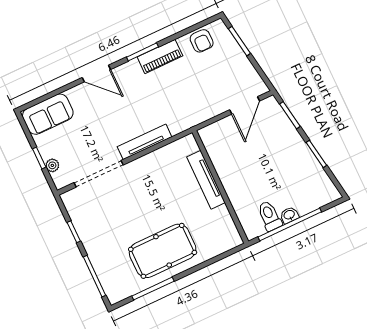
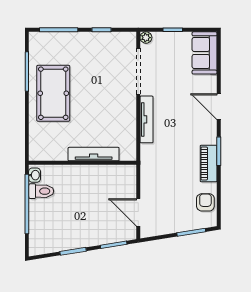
armchair: (202, 41) -> (205, 202), turned 90
door: (96, 73) -> (219, 107), hinge flipped
plant: (52, 165) -> (146, 38), moved
washbasin: (289, 215) -> (35, 175), moved

